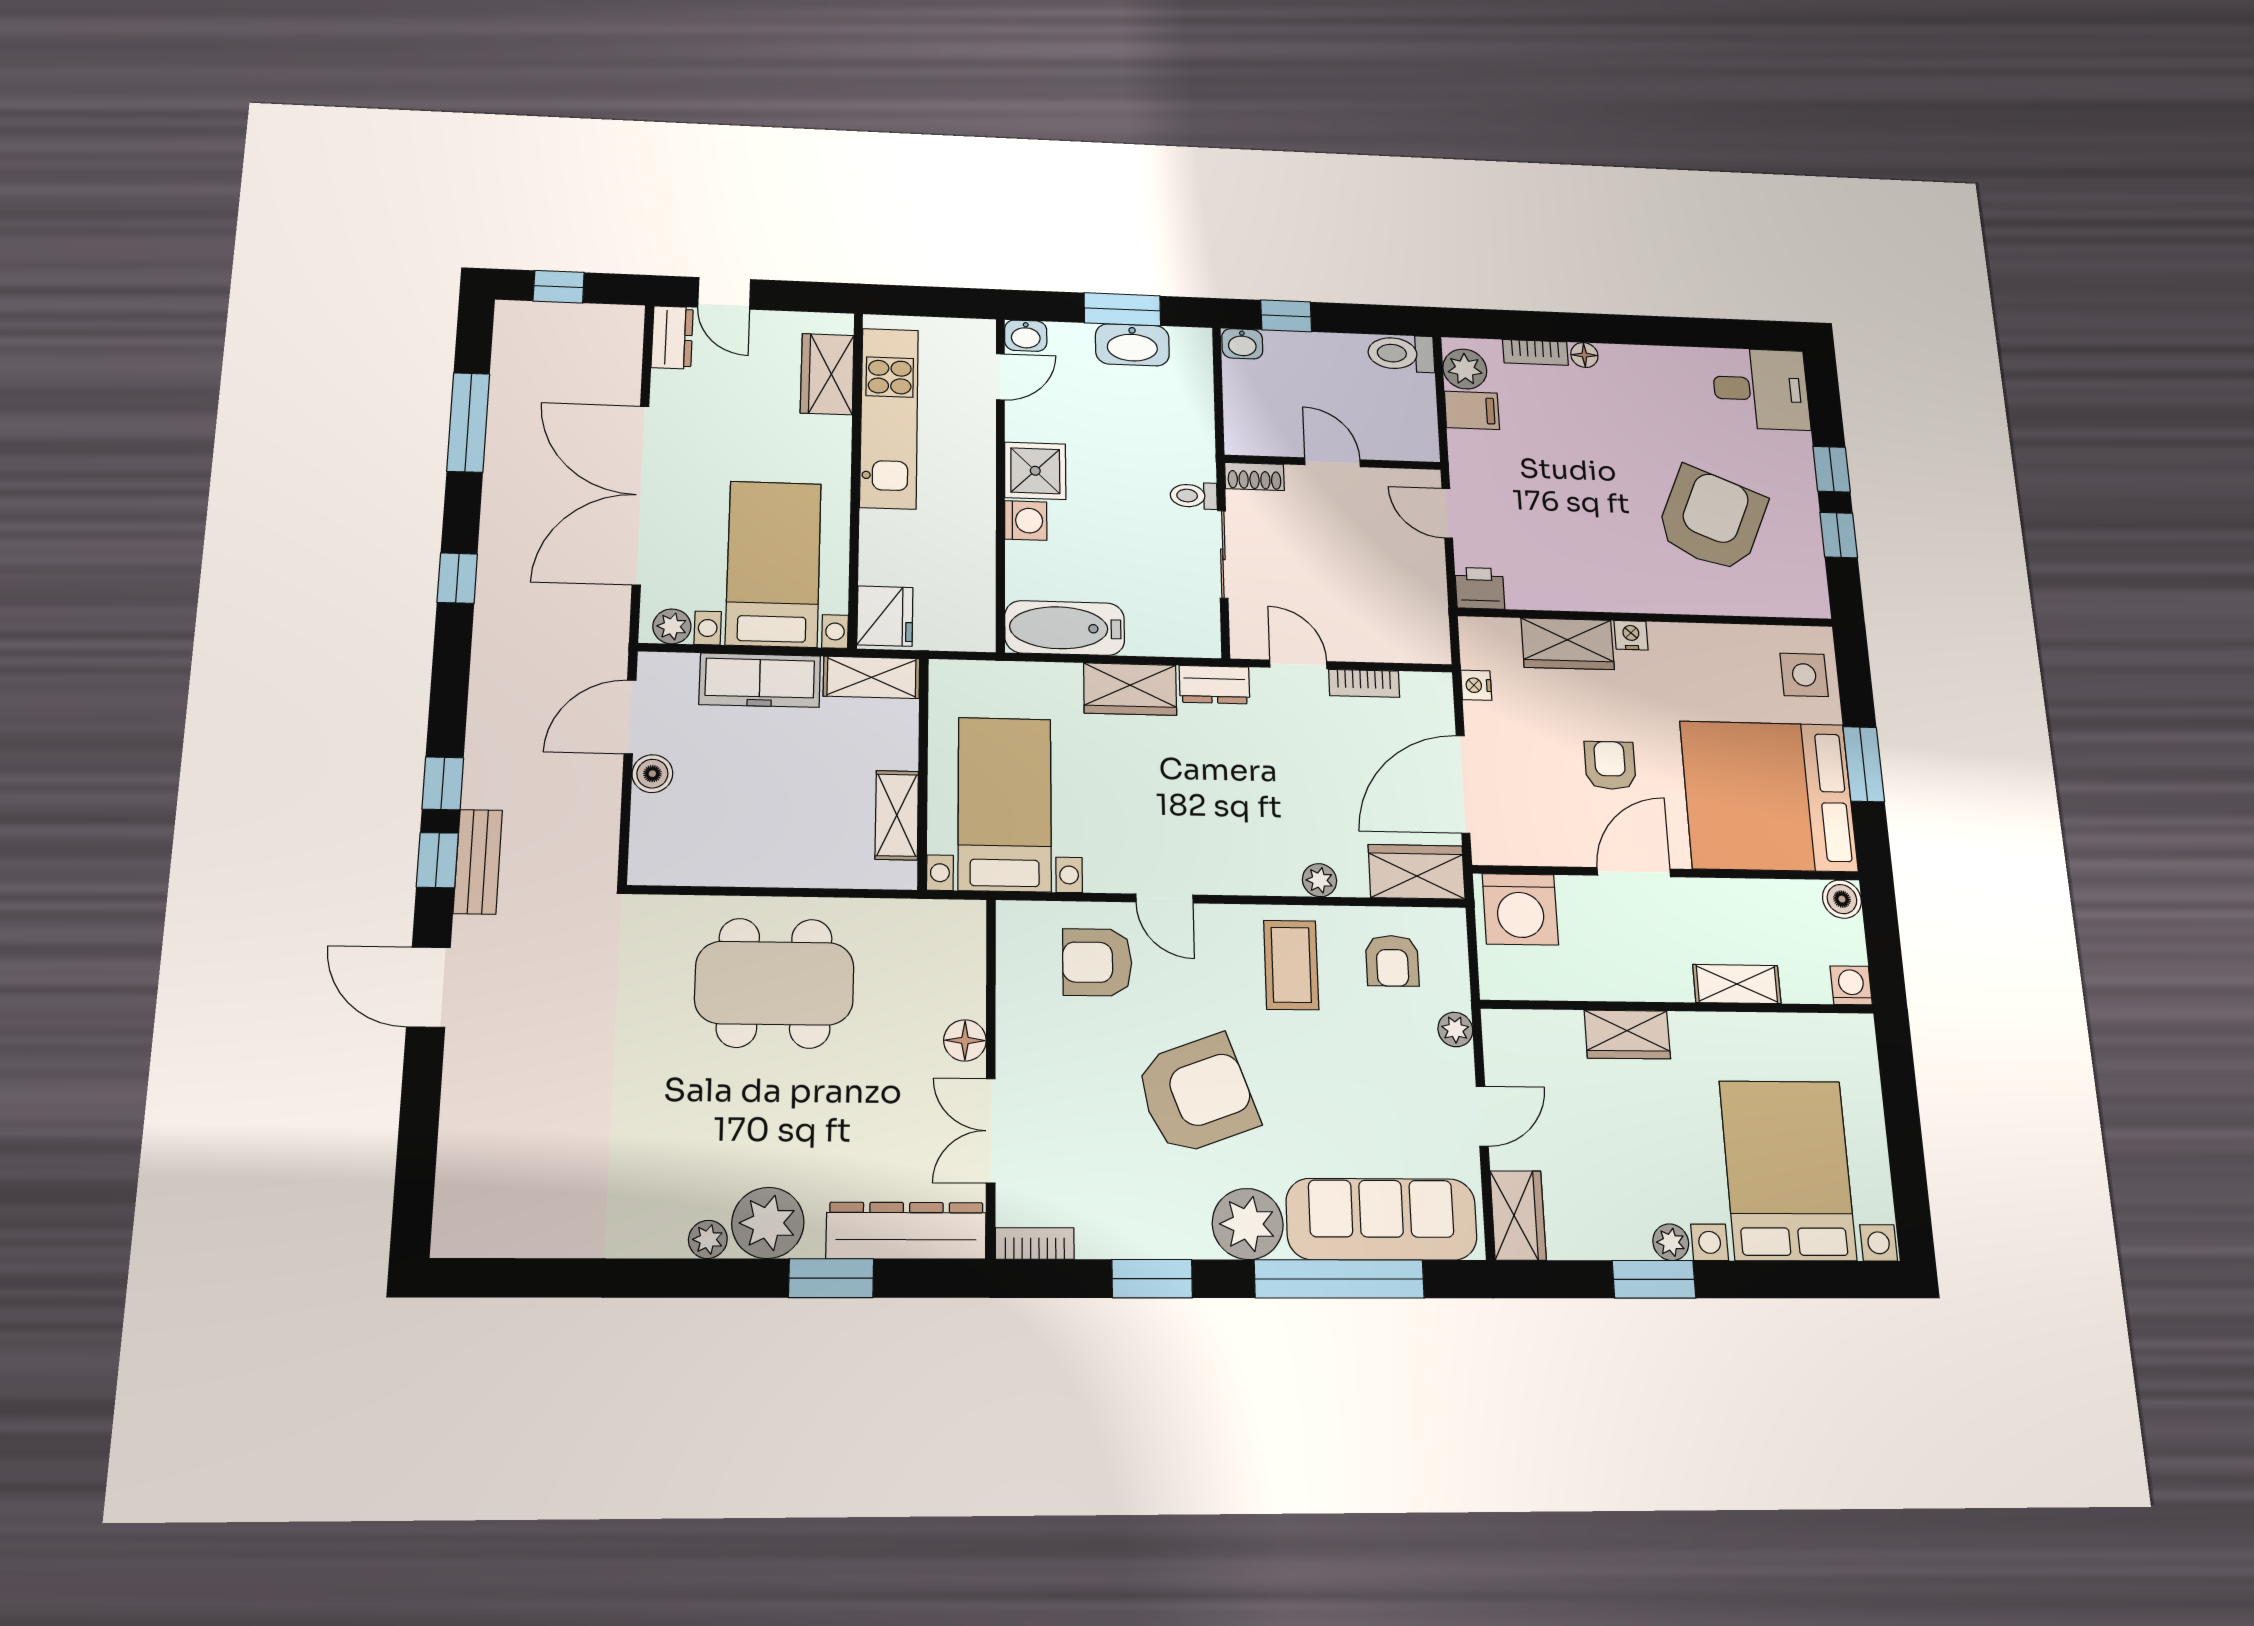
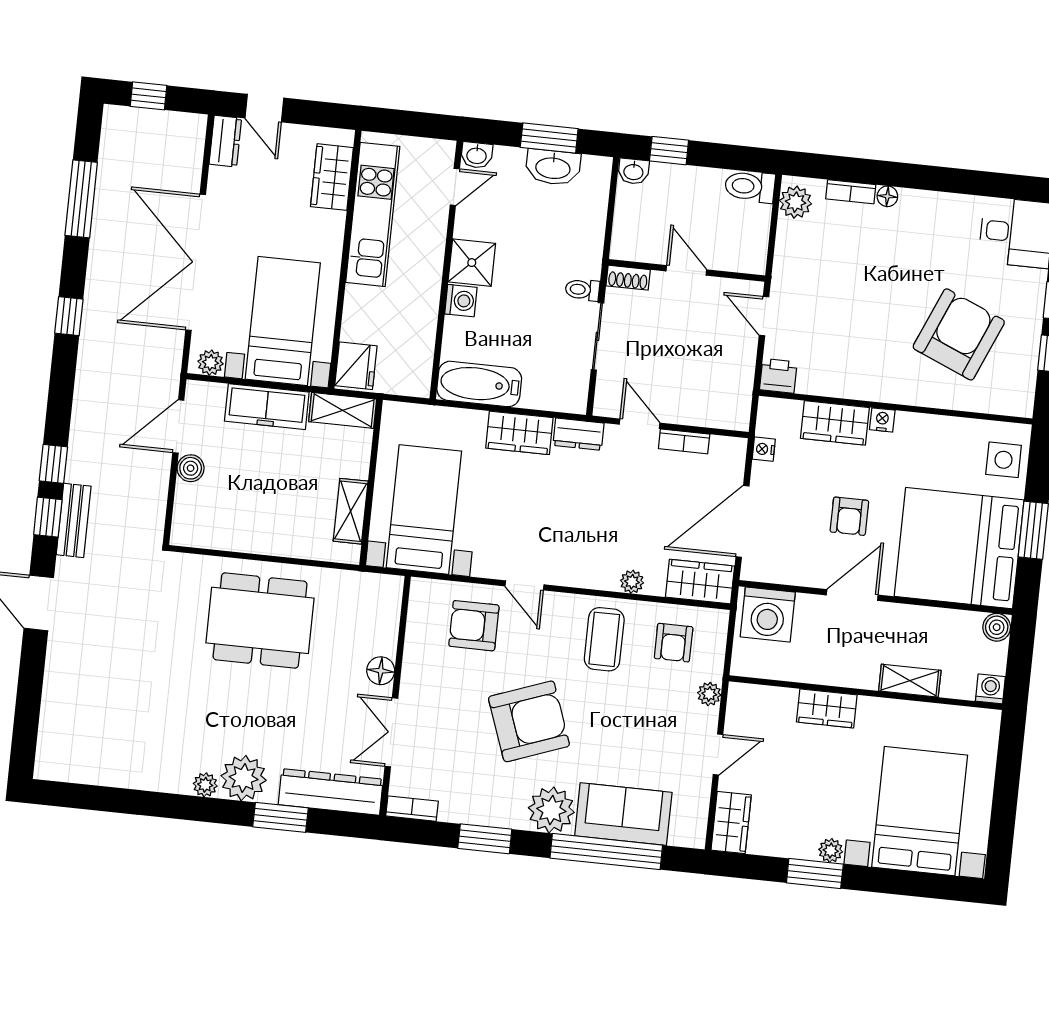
filing cabinet: (1472, 410) -> (795, 236), removed
armchair: (1610, 765) -> (849, 516), turned 180
sofa: (1382, 1219) -> (623, 814), width x0.73

